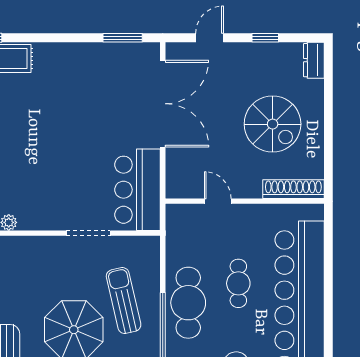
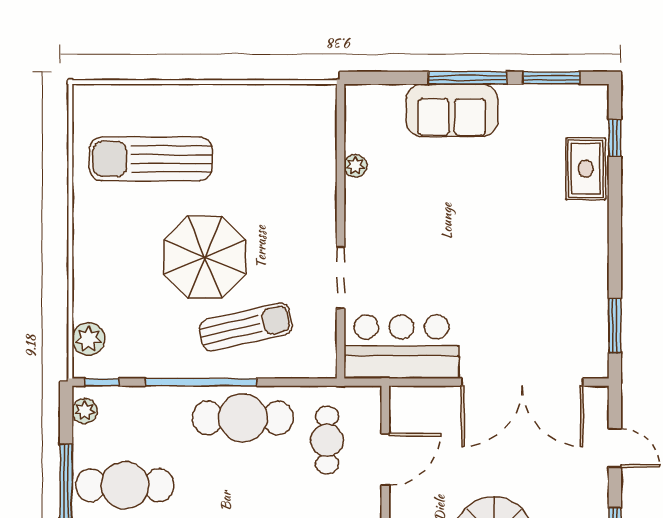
door: (218, 201) -> (385, 459), width x1.38
cafe table: (238, 283) -> (327, 440), moved, turned 90

